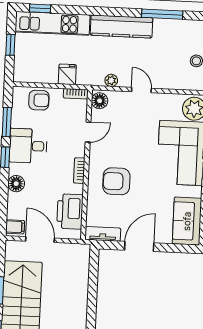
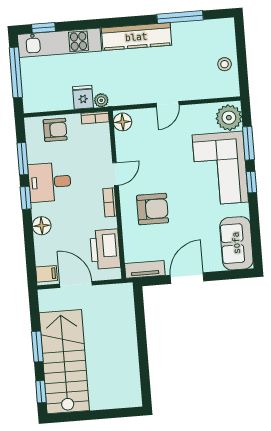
window: (10, 45) -> (16, 72), width x2.17
plant: (111, 80) -> (101, 100), moved
door: (141, 90) -> (168, 104), swing flipped
door: (88, 132) -> (115, 174), moved
armchair: (116, 181) -> (153, 209), turned 180

